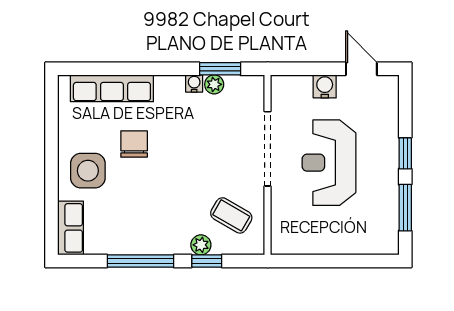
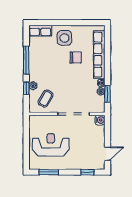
water cooler: (325, 86) -> (100, 120), moved
row of seats: (112, 88) -> (99, 55), width x1.36
window: (405, 153) -> (88, 172), moved
reception desk: (329, 163) -> (51, 145), moved

